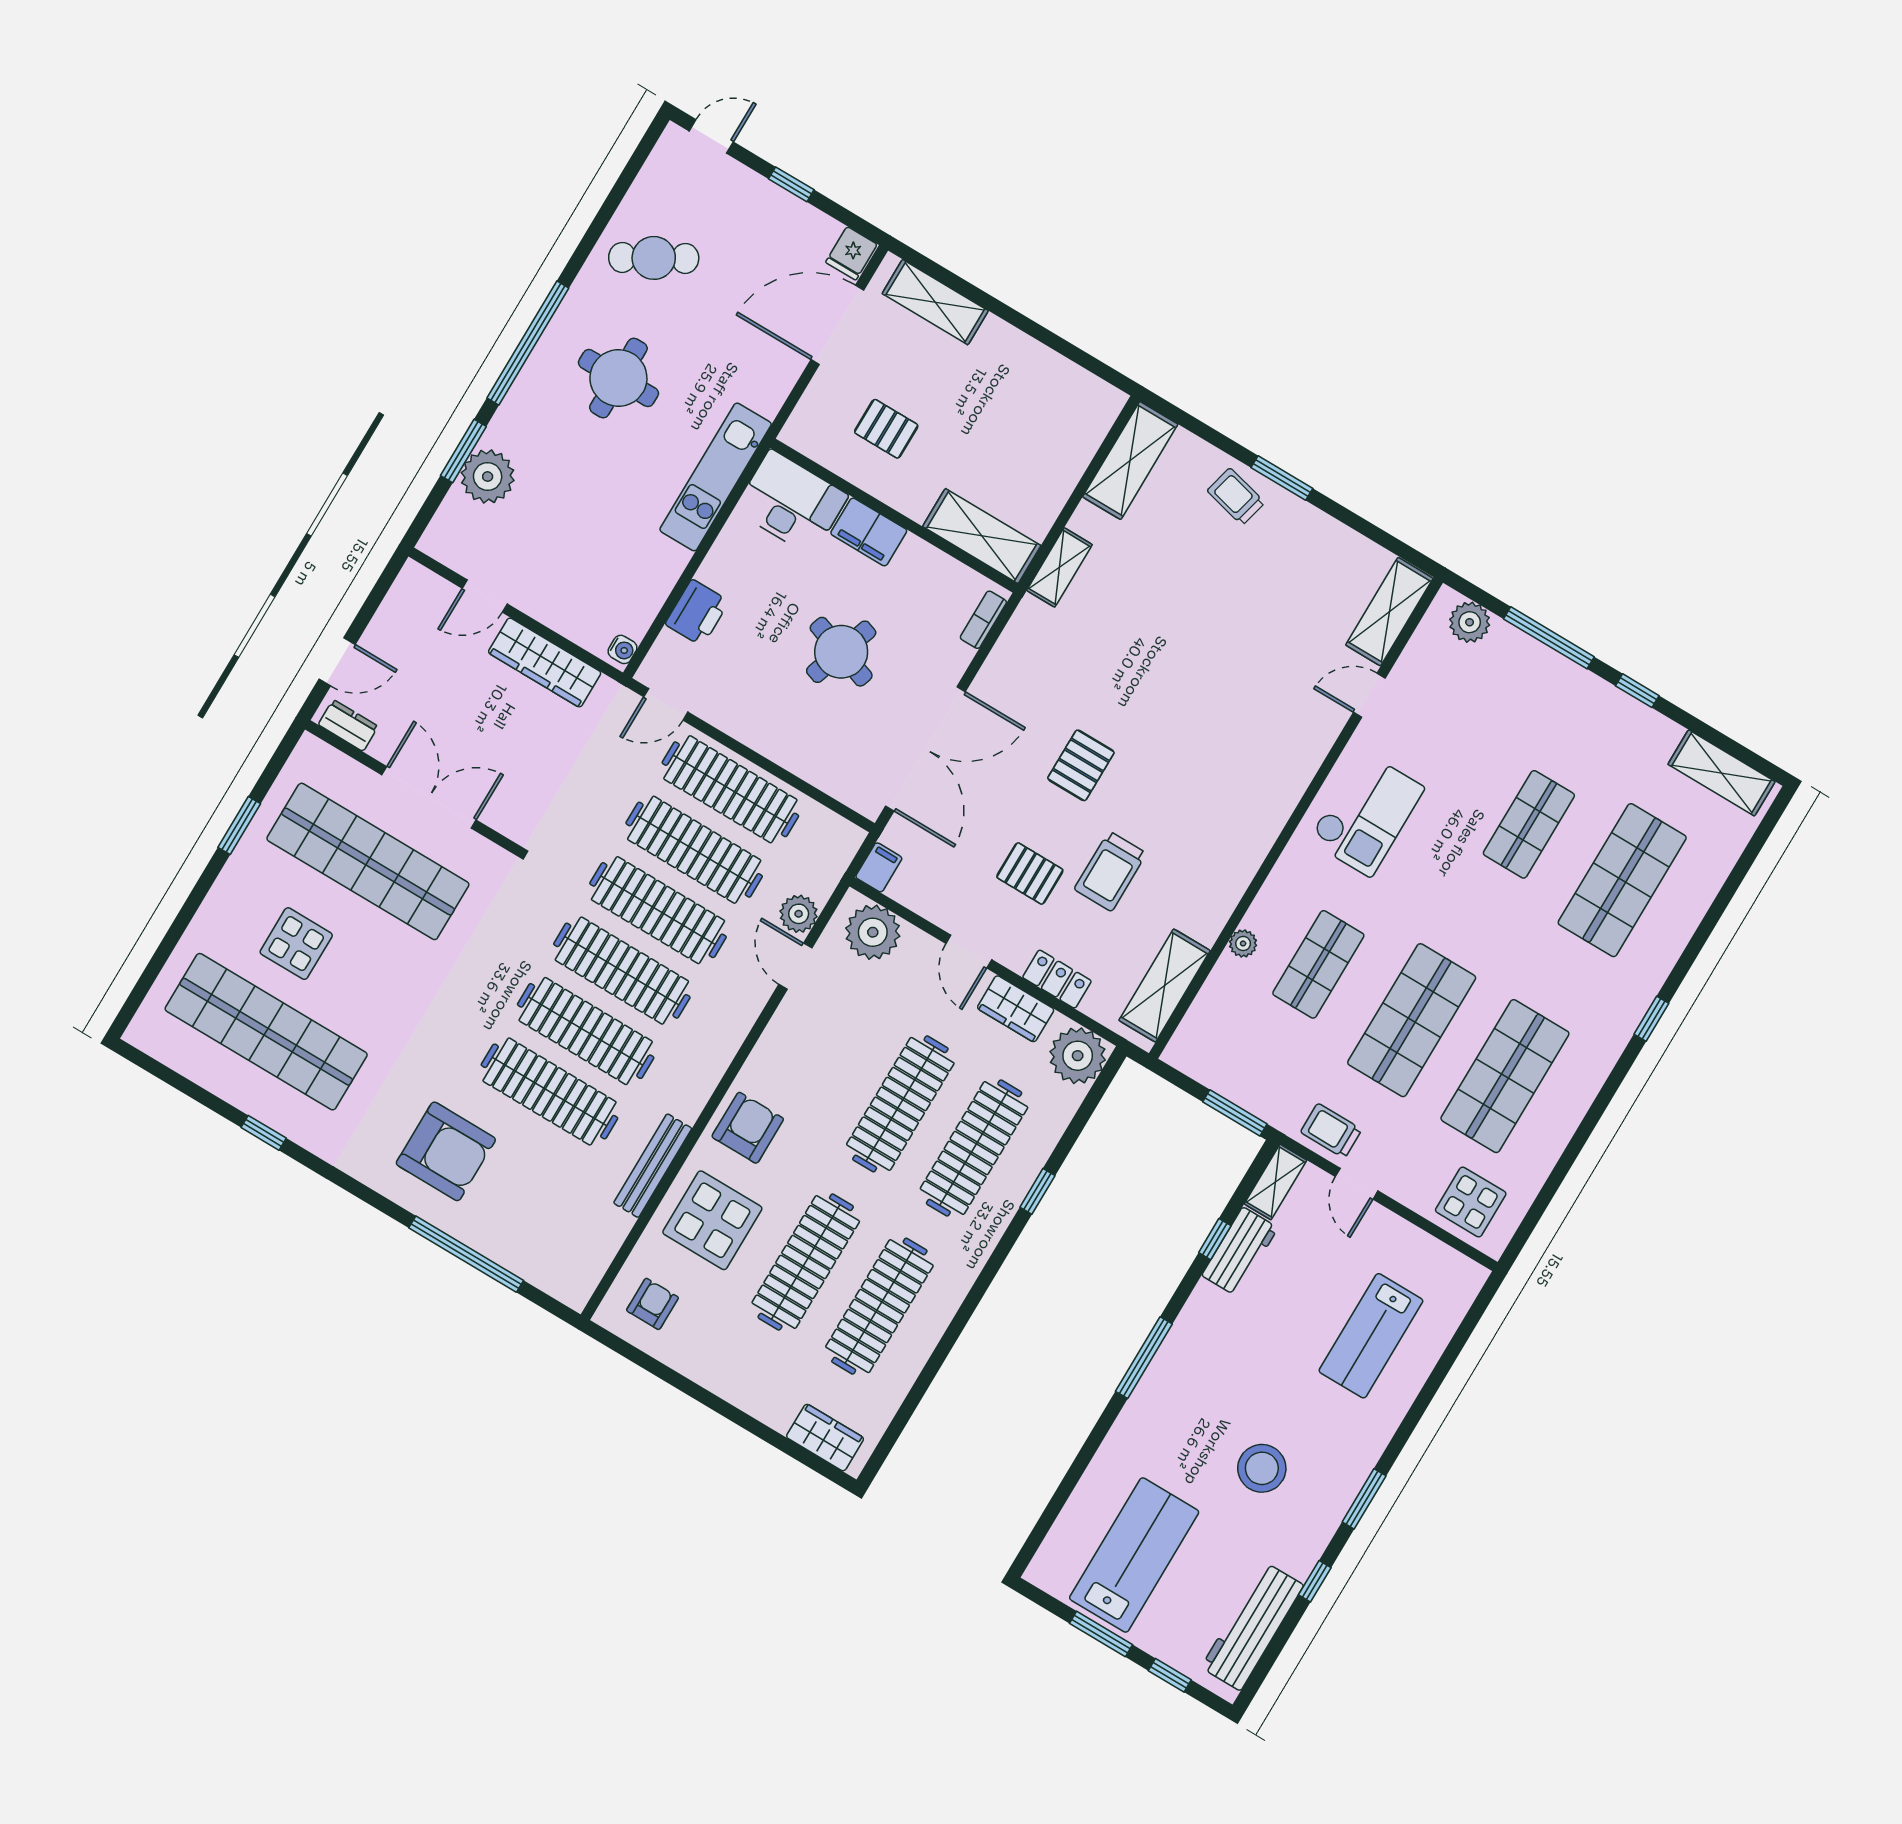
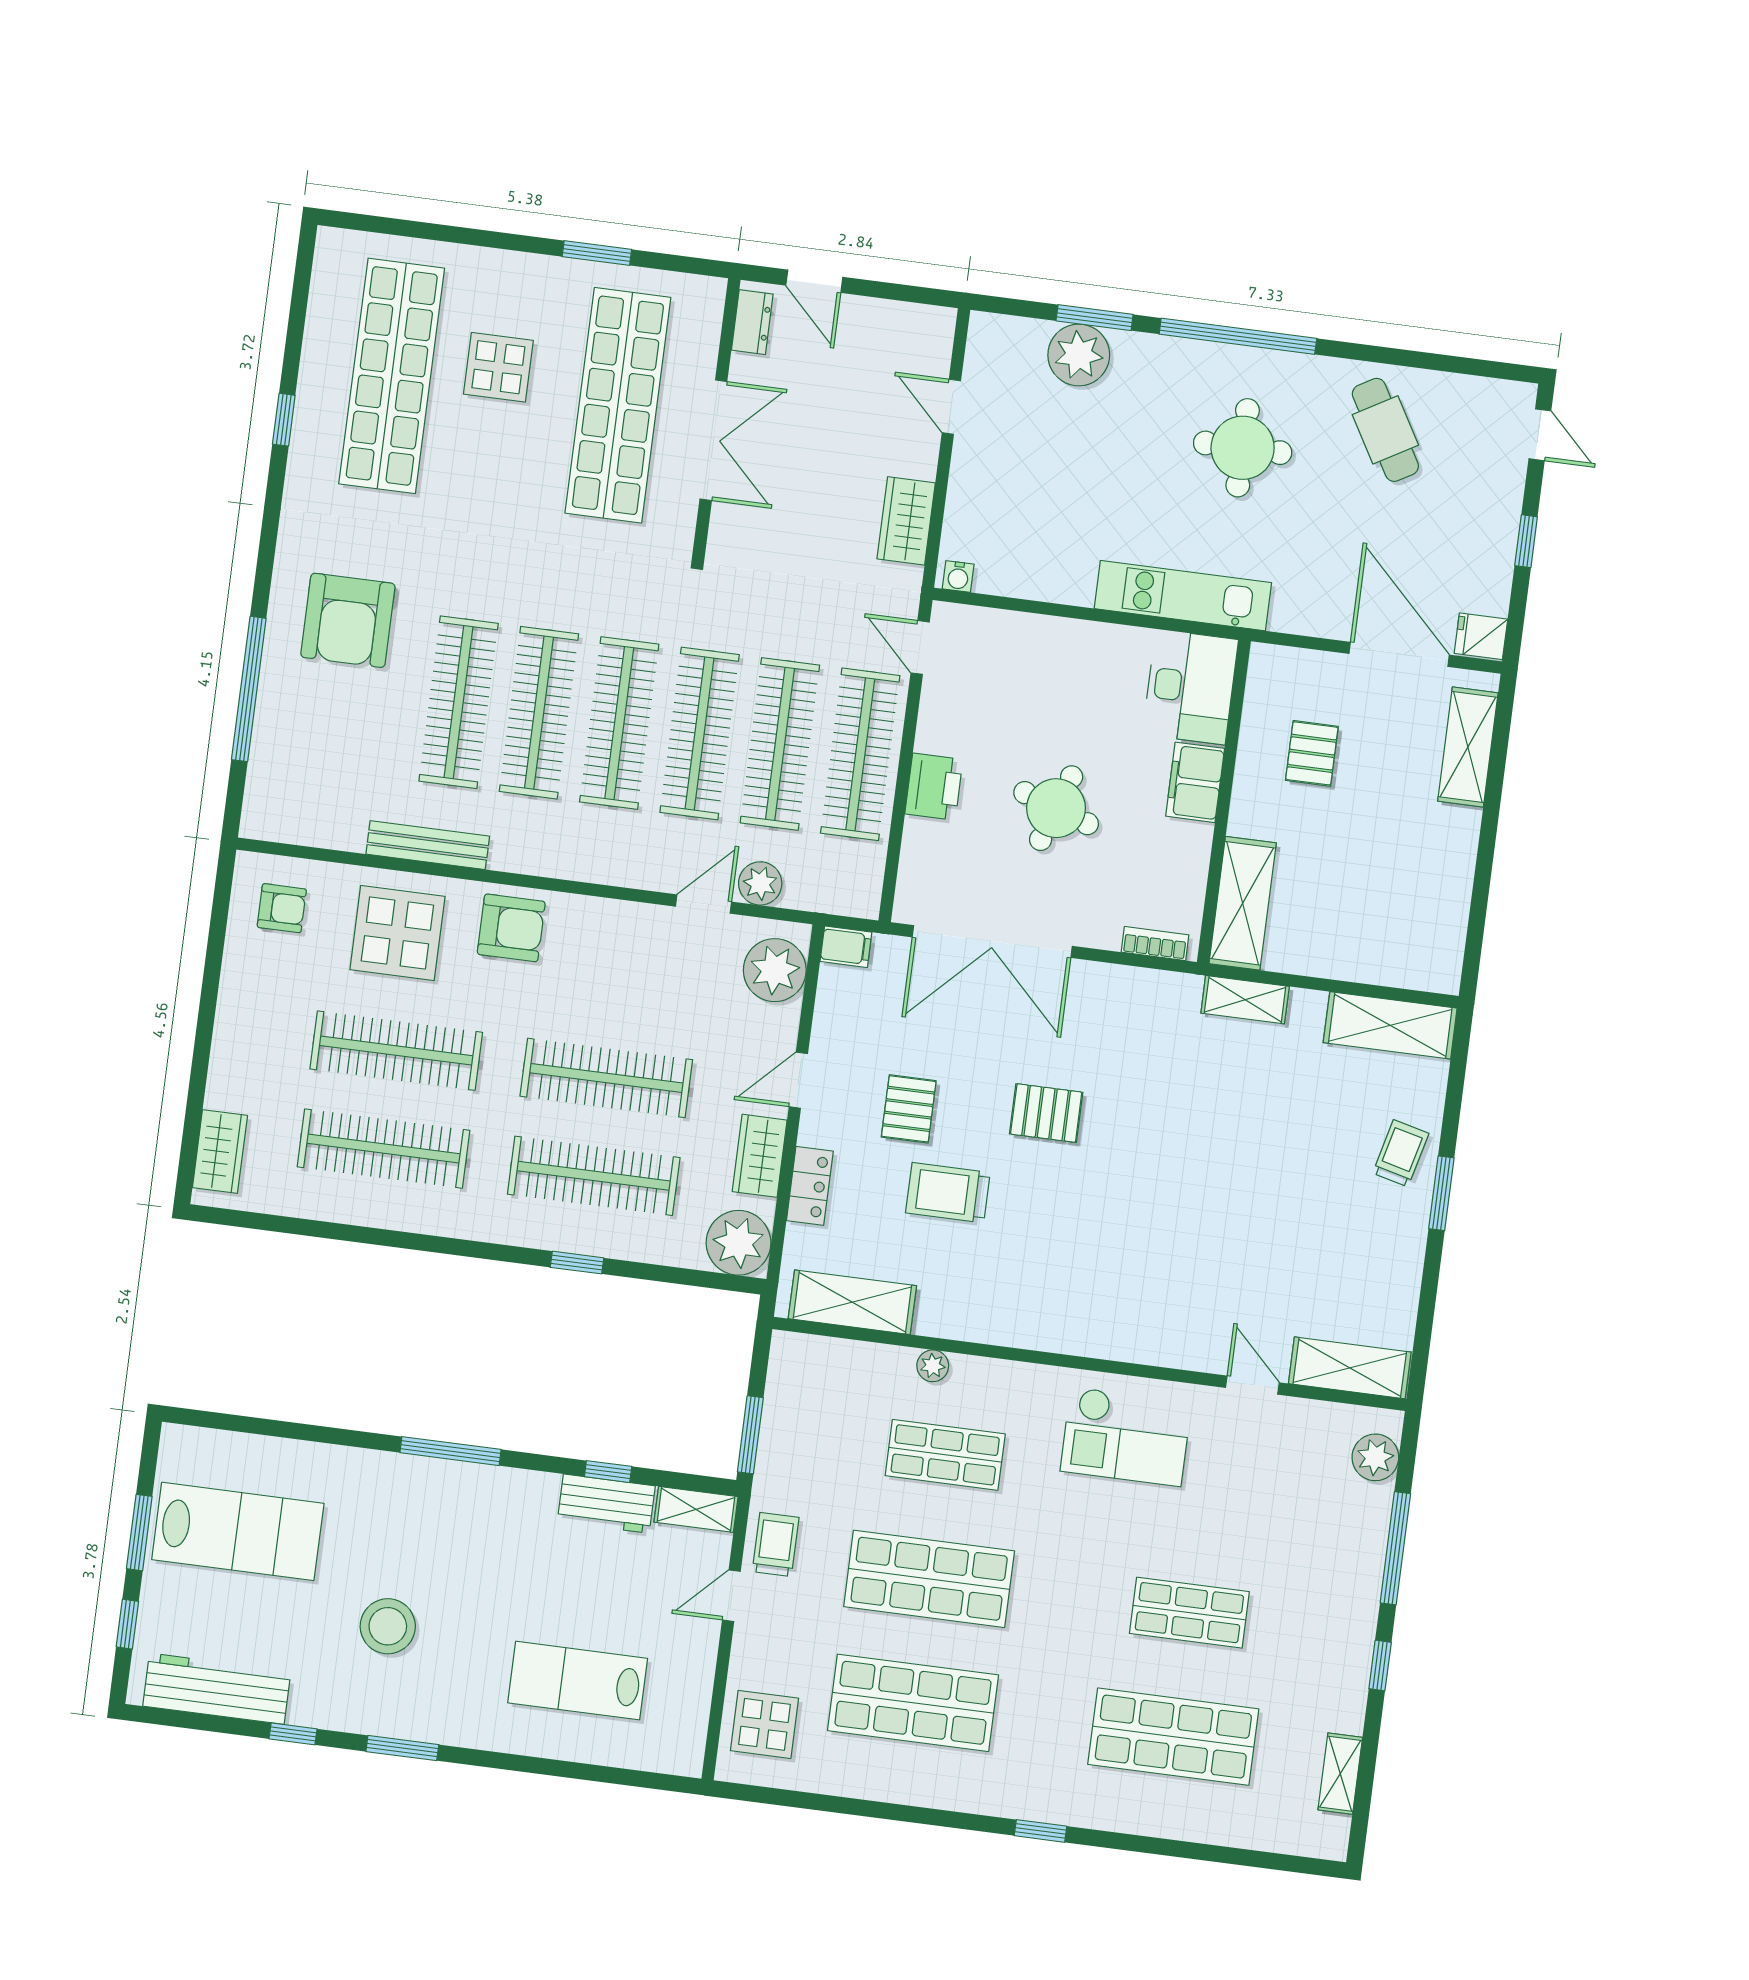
printer: (697, 613) -> (934, 787), moved, turned -90
wardrobe: (545, 662) -> (906, 521), width x0.67
shelving: (1721, 773) -> (1340, 1774), width x0.67, depth x0.75

